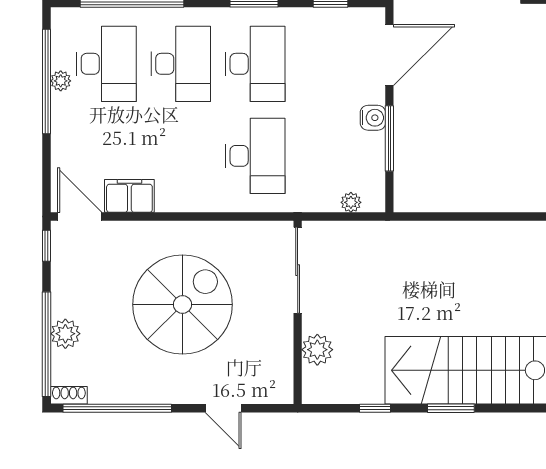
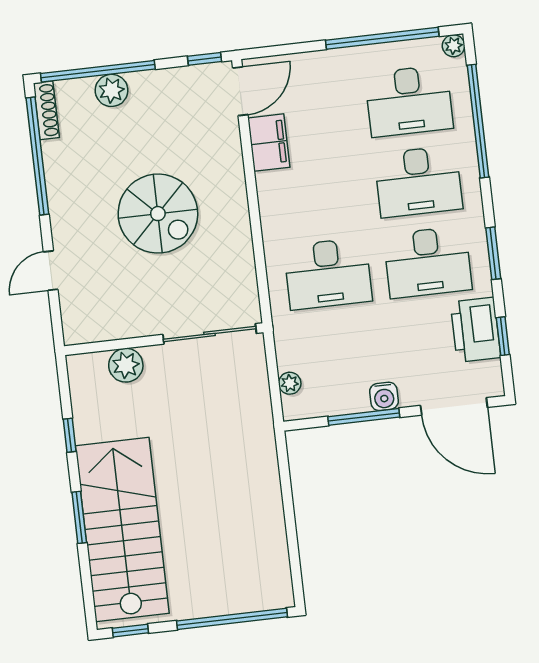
printer: (322, 27) -> (475, 330), added
plant: (61, 81) -> (454, 46), moved
spiral stairs: (183, 305) -> (158, 214), width x0.73, depth x0.73
shoe rack: (69, 395) -> (46, 110), width x1.43

